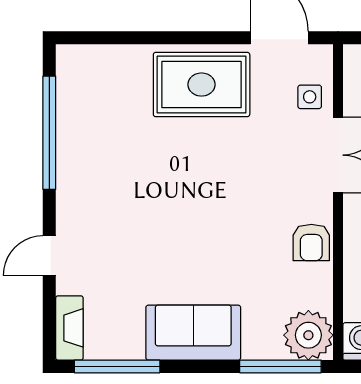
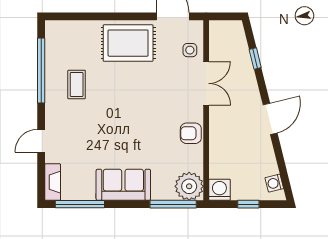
coffee table: (111, 157) -> (77, 84), added
armchair: (311, 242) -> (191, 133), turned 90

